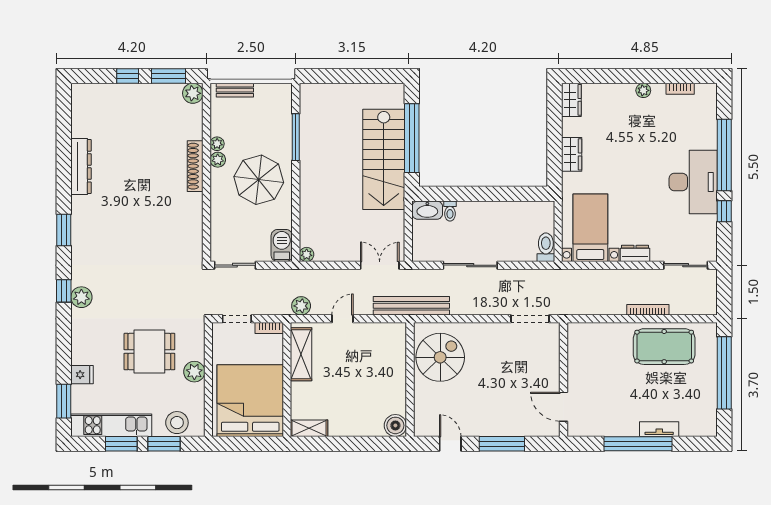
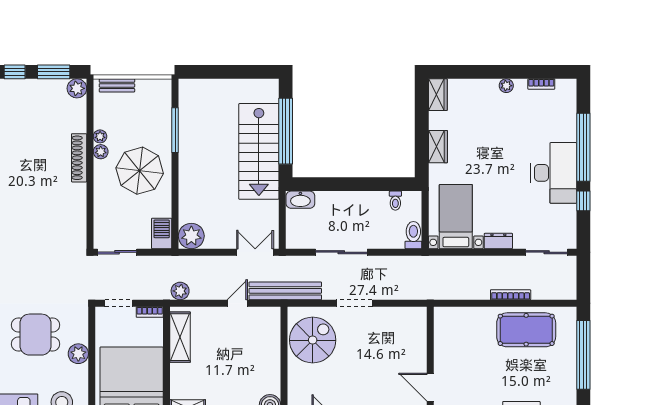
toilet: (450, 211) -> (395, 201), moved
plant: (307, 254) -> (191, 236), width x1.88, depth x1.88
door: (342, 319) -> (237, 303), moved
doorway: (530, 319) -> (354, 303), moved

